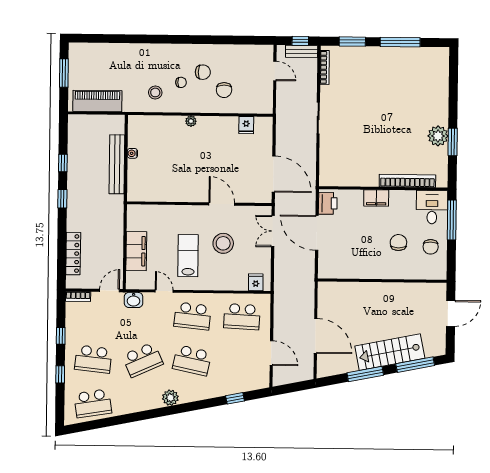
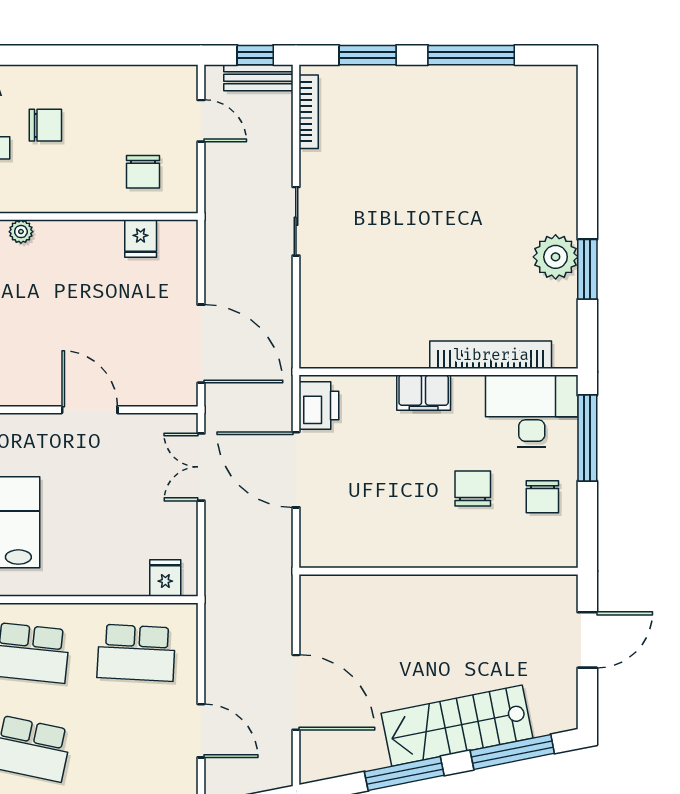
chair: (224, 90) -> (143, 172), moved
desk: (432, 207) -> (532, 411), width x1.37
stool: (223, 243) -> (94, 495), removed

